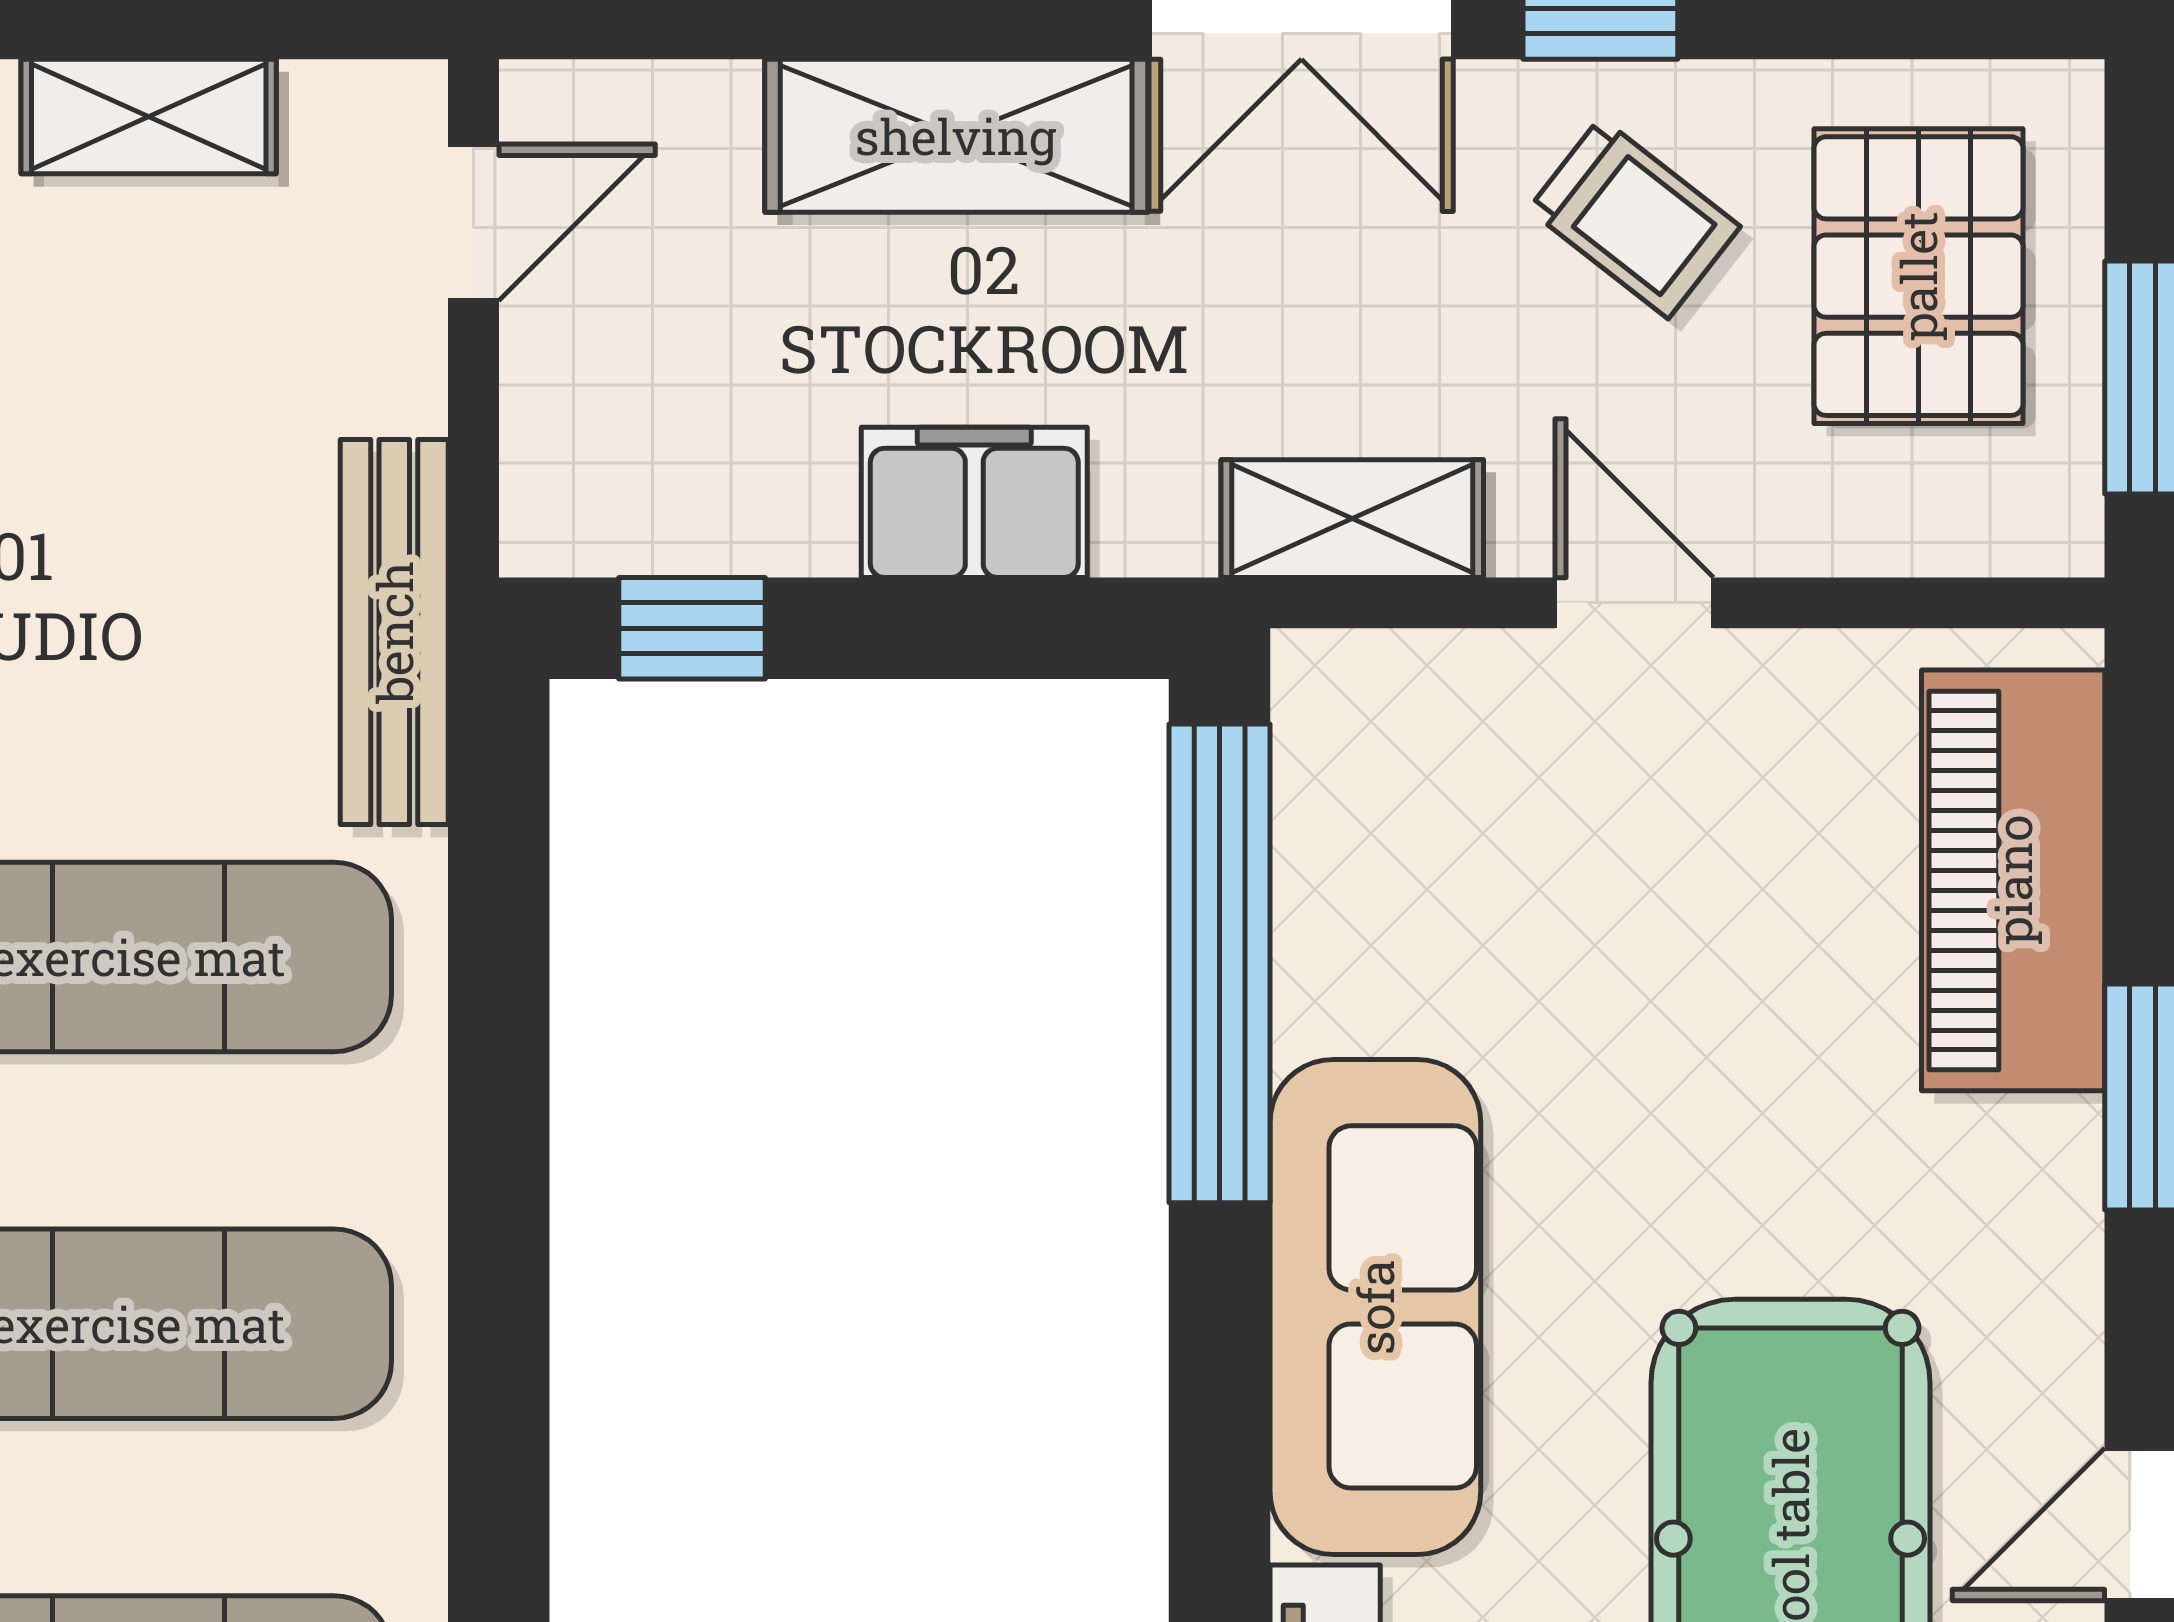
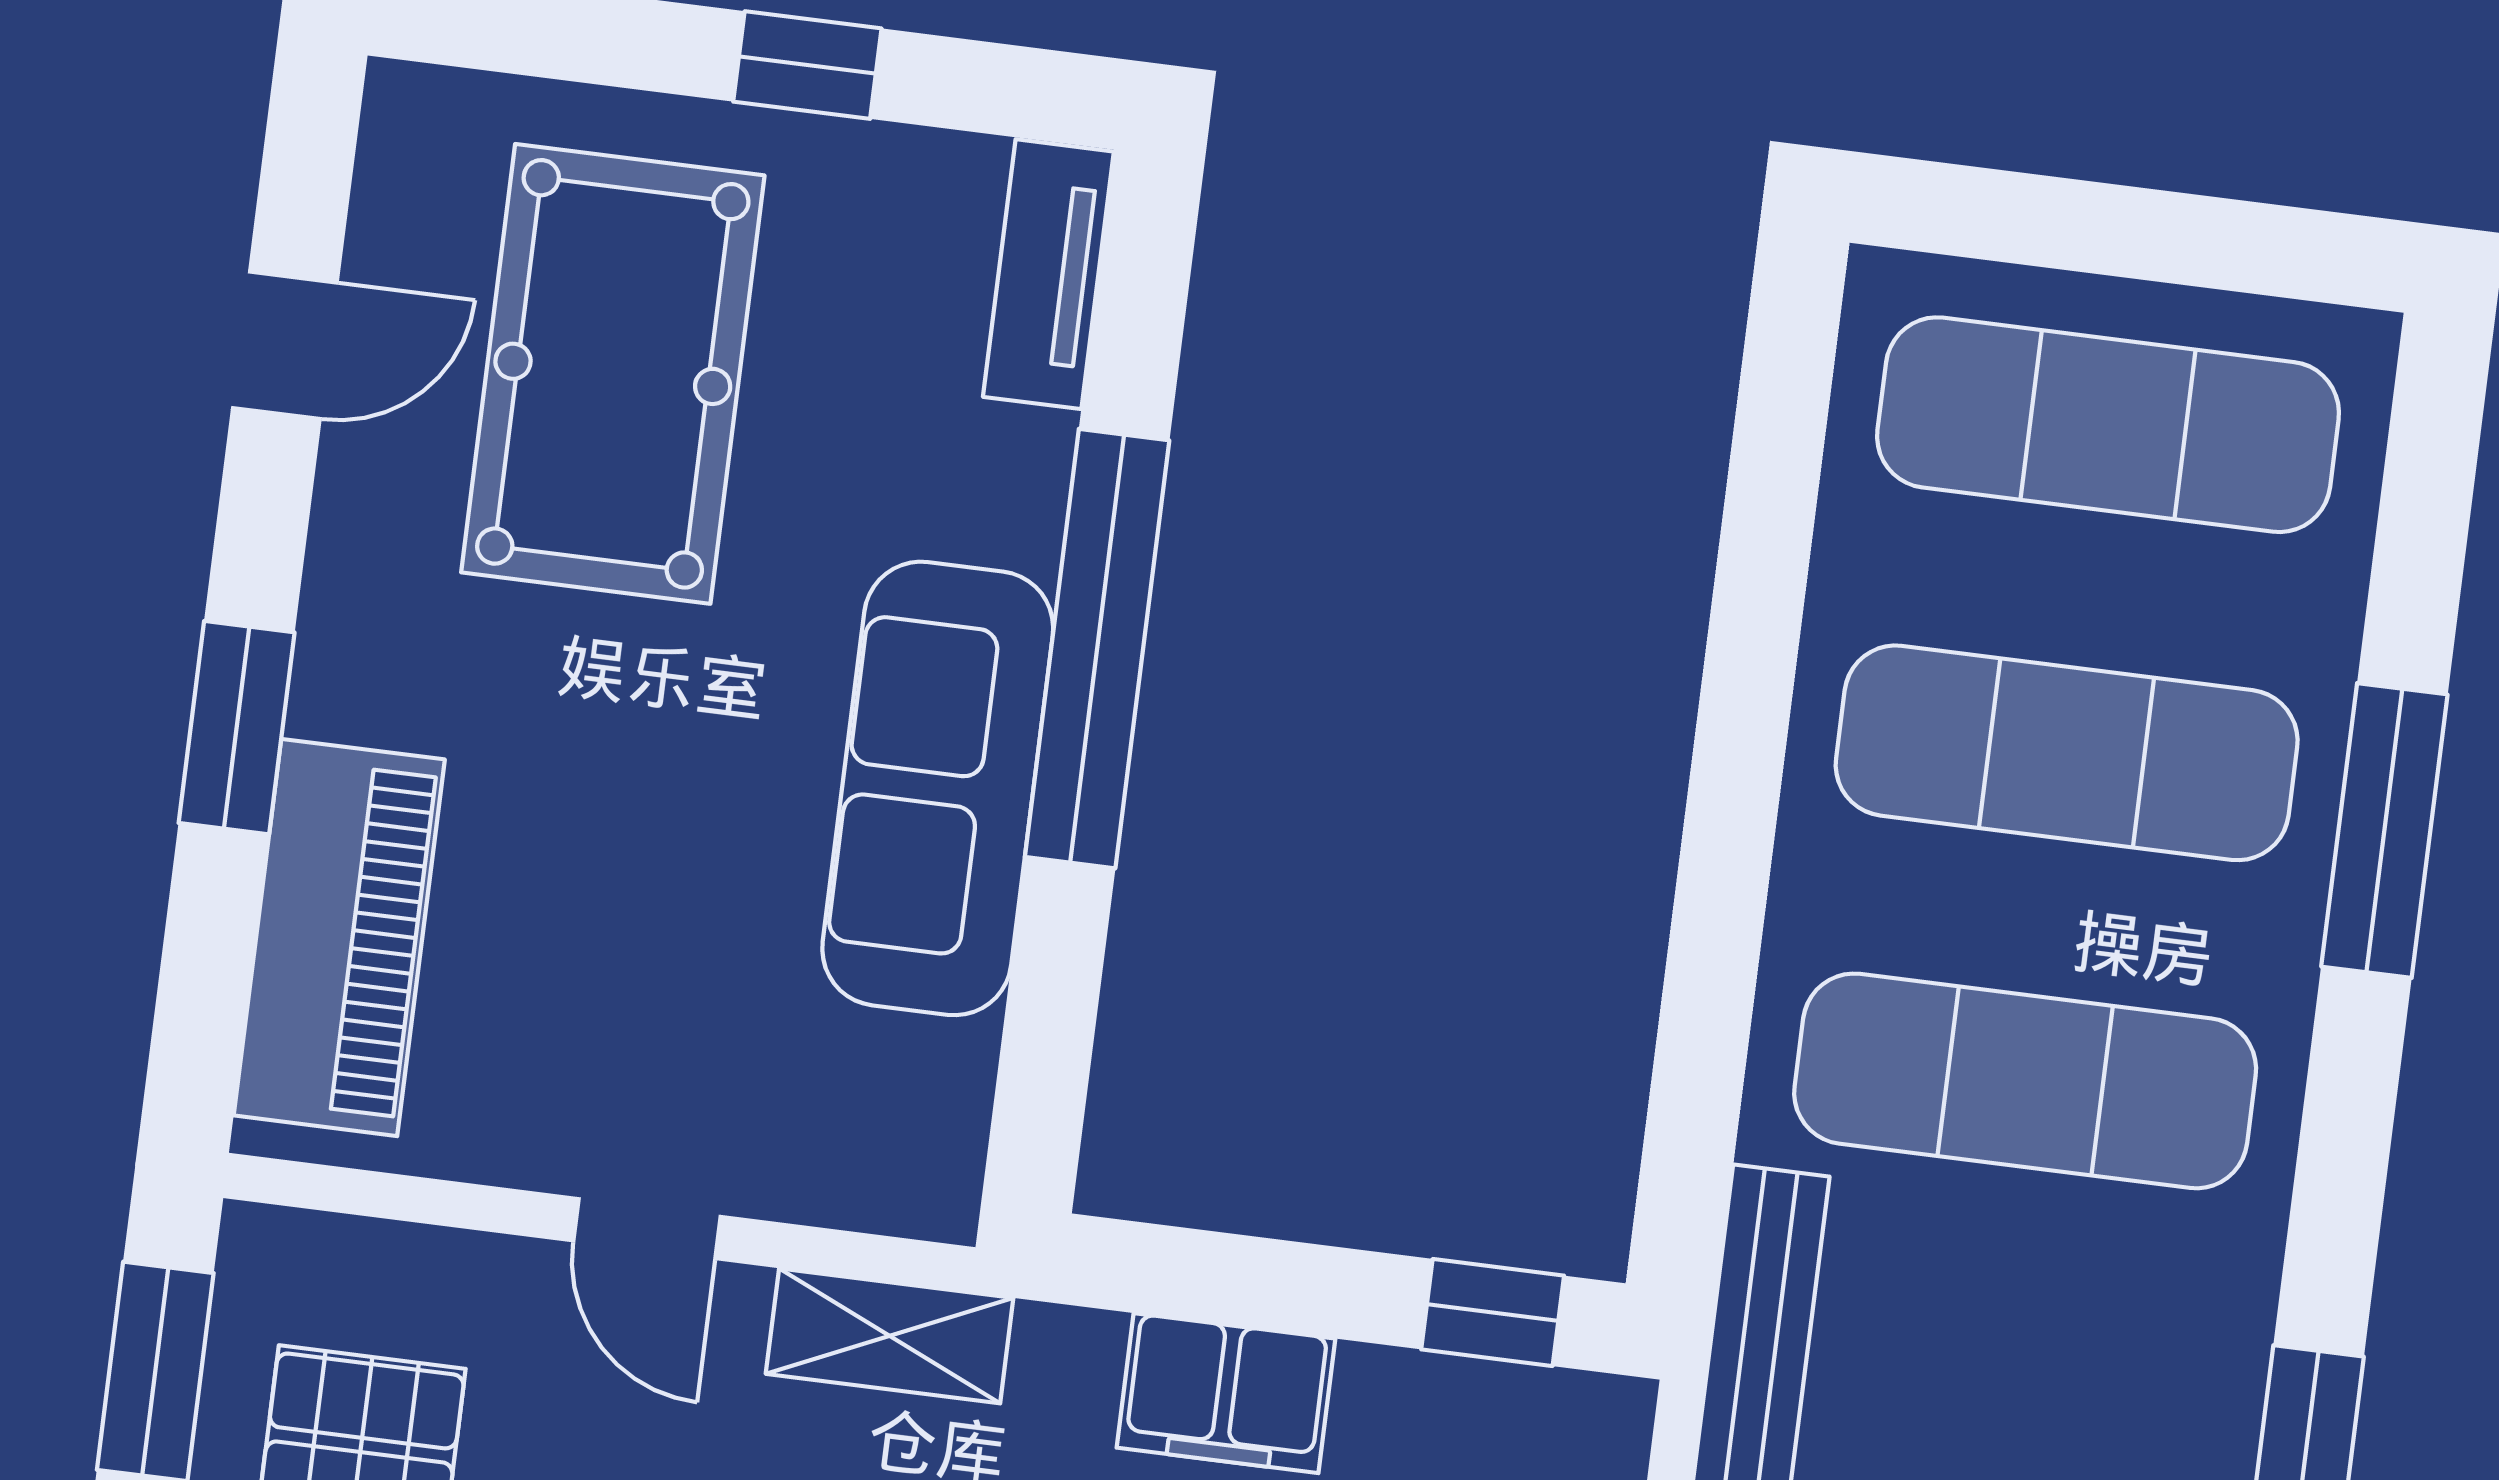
window: (1220, 963) -> (1097, 649), moved
sofa: (1375, 1307) -> (938, 788), moved

